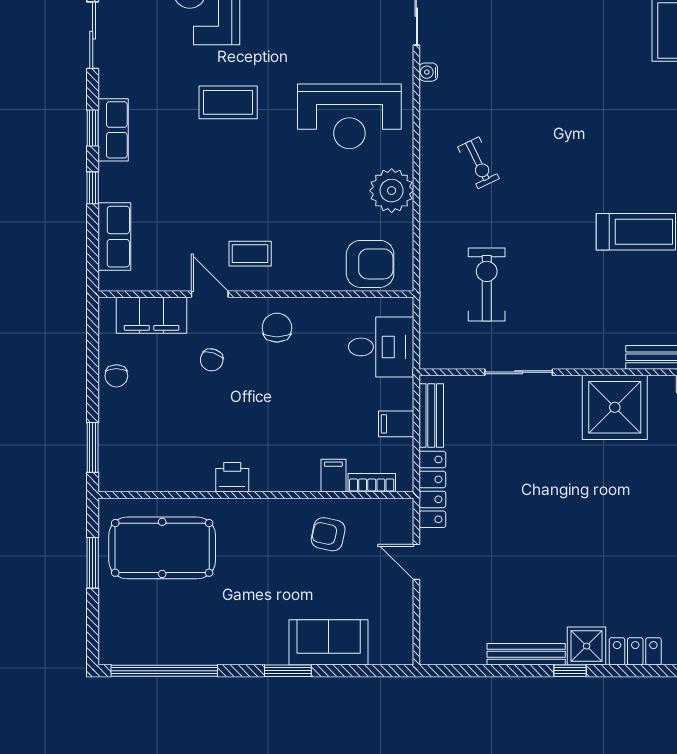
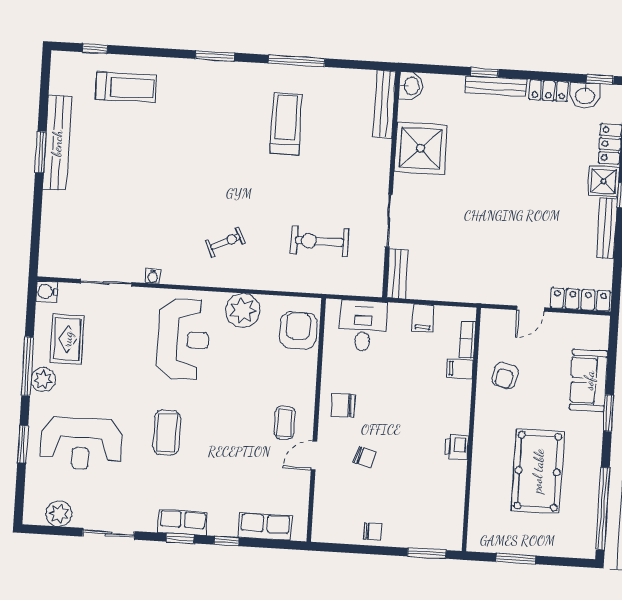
filing cabinet: (152, 315) -> (327, 501), removed
bench: (431, 415) -> (397, 274), moved, turned 90
locker: (432, 489) -> (580, 299), moved
pool table: (162, 548) -> (538, 471), moved

